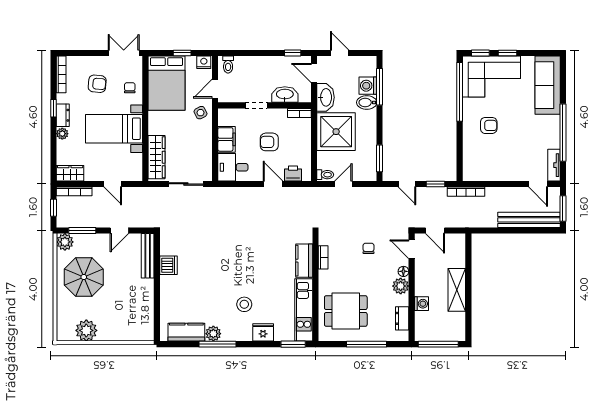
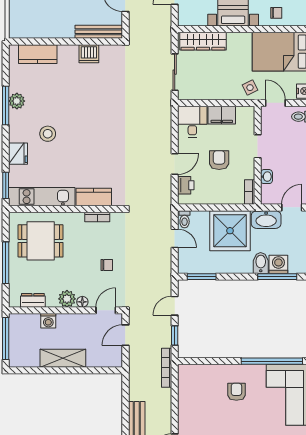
washbasin: (285, 95) -> (267, 177), width x0.52, depth x0.69
armchair: (489, 125) -> (236, 392), turned 180
dining table: (346, 311) -> (41, 241), turned 90
kitchen counter: (186, 332) -> (38, 54), moved, turned 90

